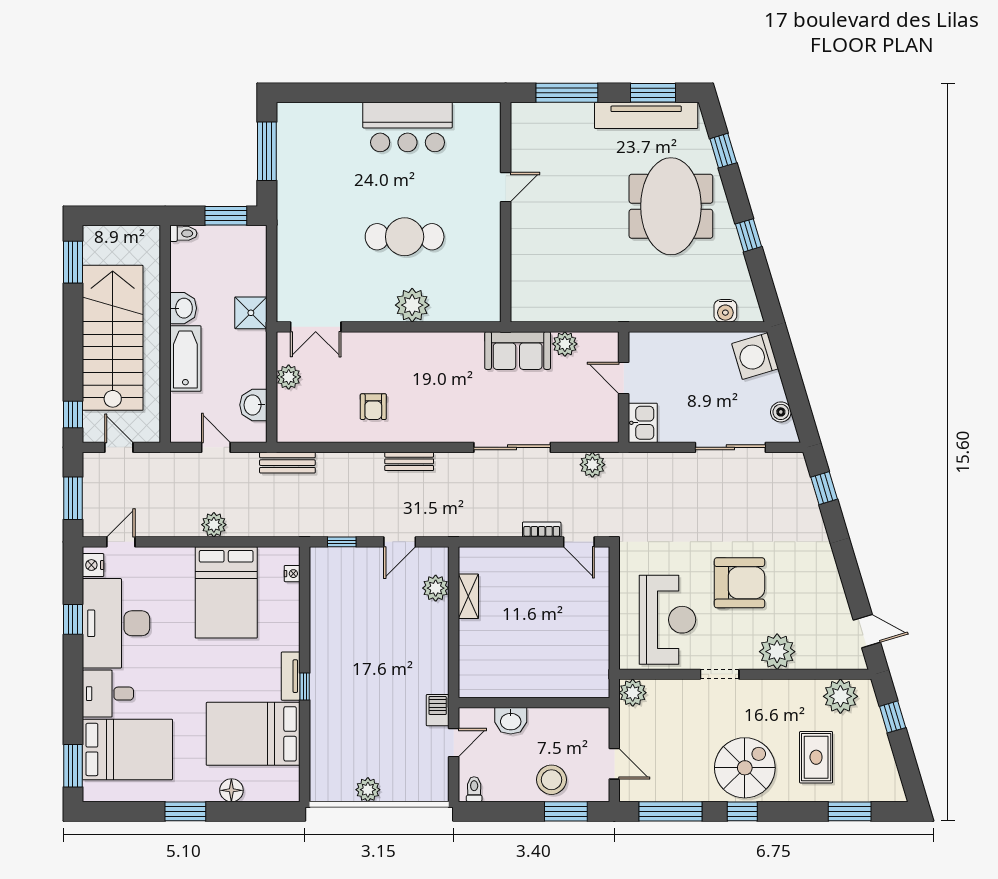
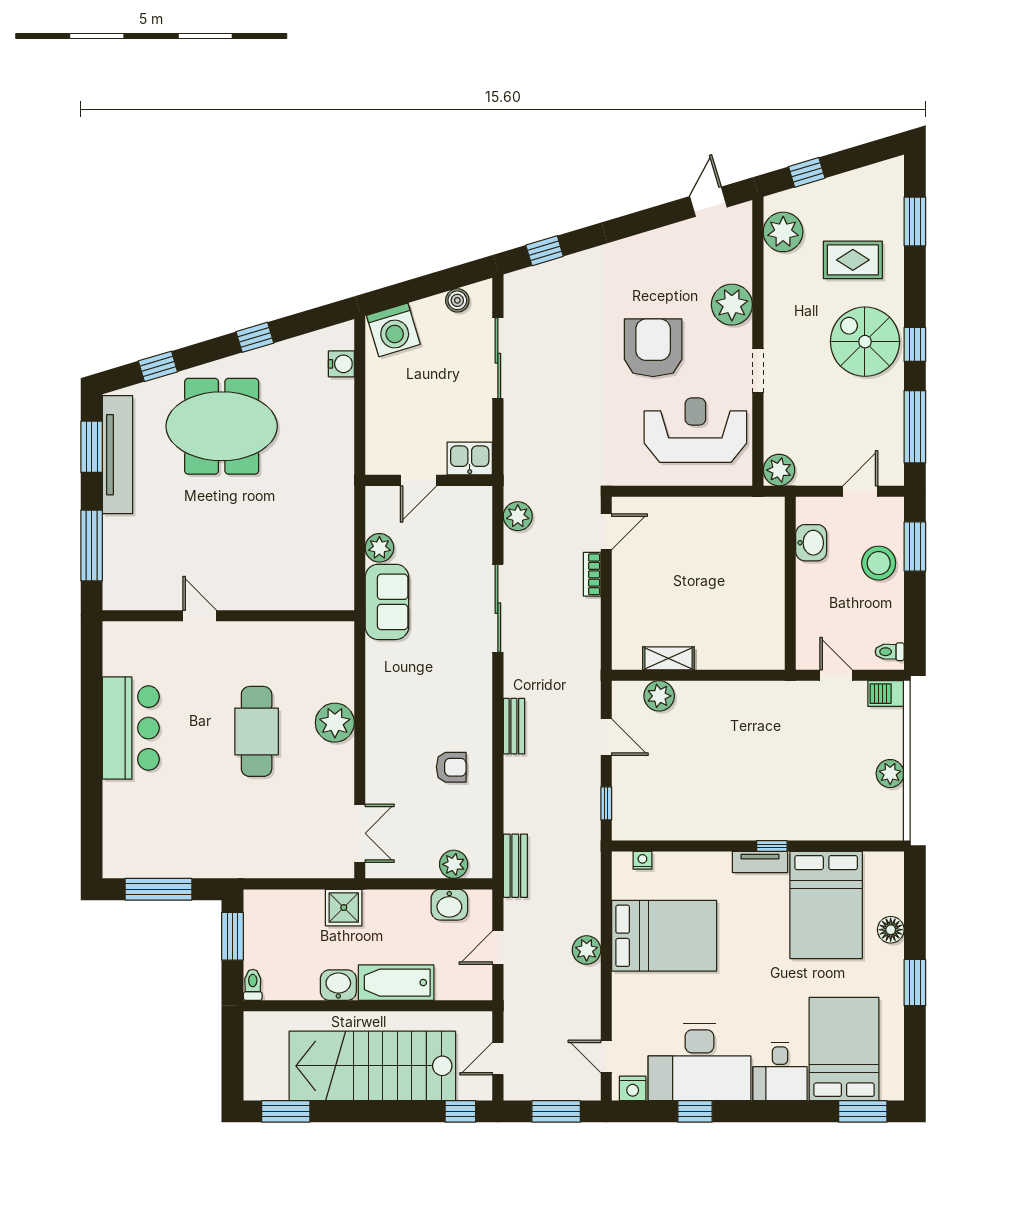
plant: (289, 377) -> (454, 864), moved
barbecue: (438, 710) -> (886, 694), moved
washbasin: (511, 721) -> (811, 543), moved

